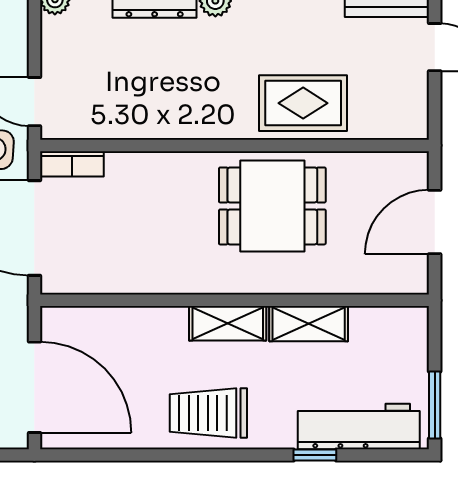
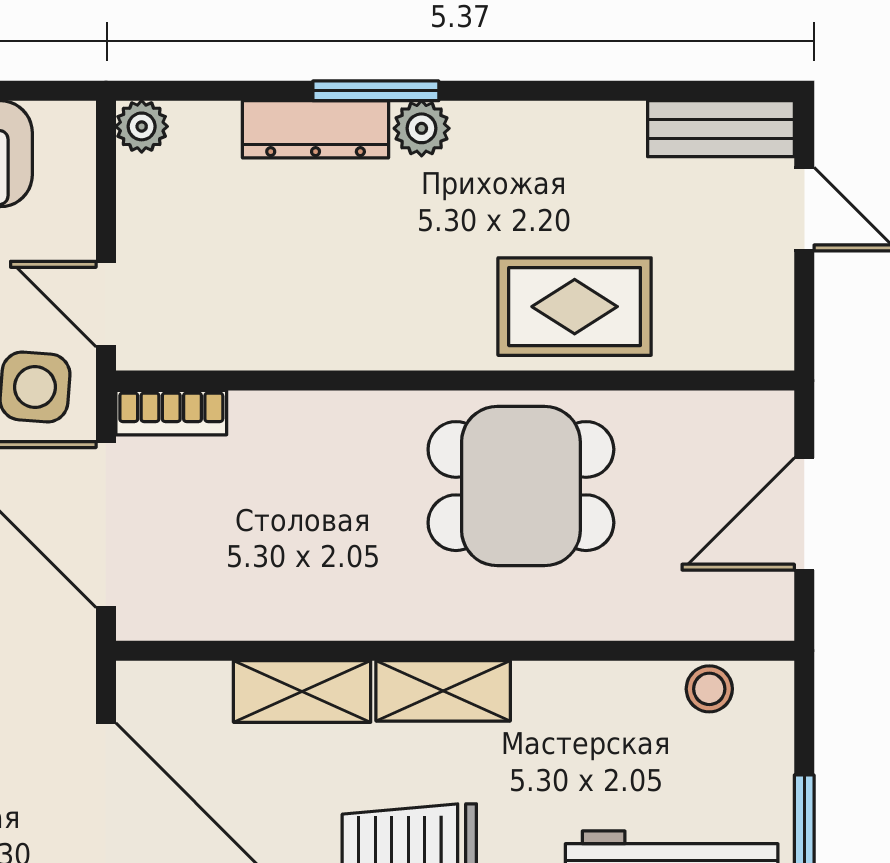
stool: (380, 322) -> (709, 689), added
shelving: (309, 324) -> (302, 691), moved

